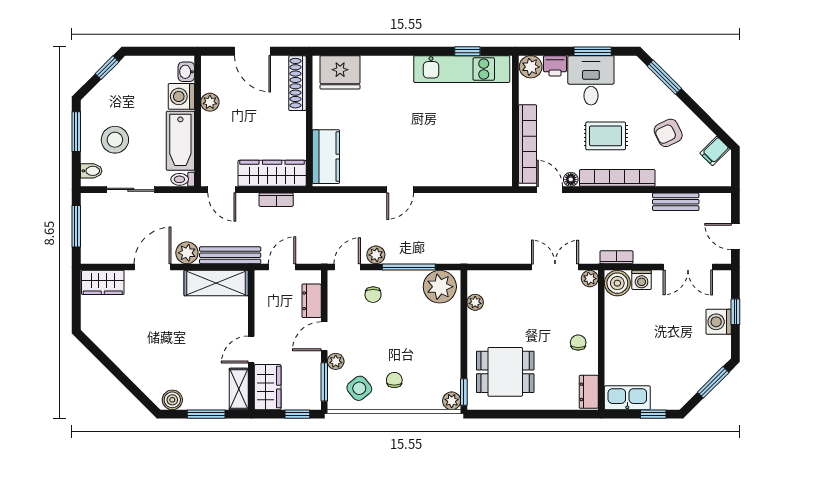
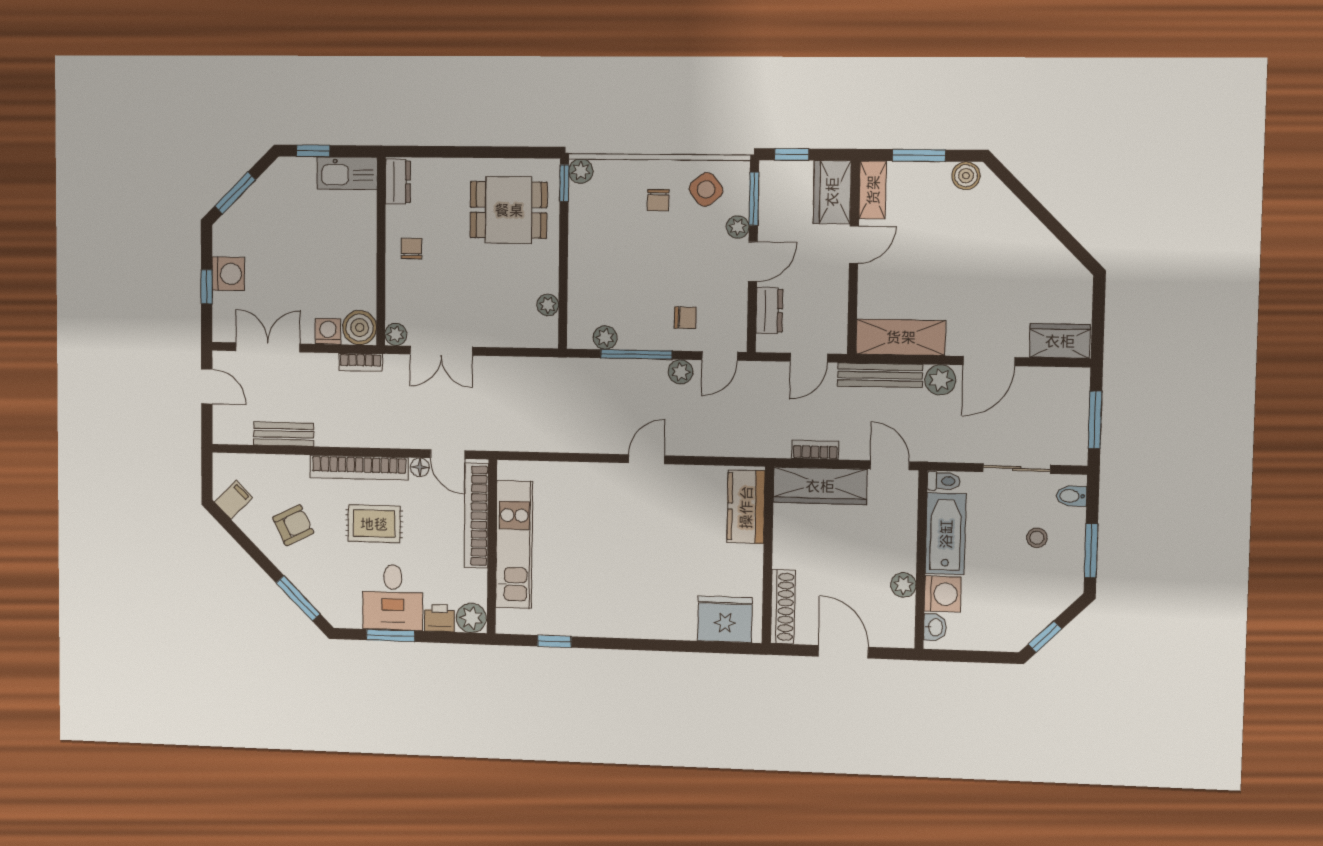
kitchen unit: (462, 69) -> (514, 545), moved, turned 90
stool: (115, 140) -> (1037, 538), width x0.53, depth x0.53
plant: (440, 287) -> (605, 338), width x0.53, depth x0.53
chair: (373, 295) -> (685, 318), turned 90
chair: (578, 343) -> (411, 249), turned 180

